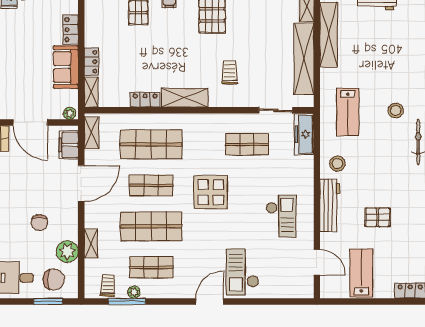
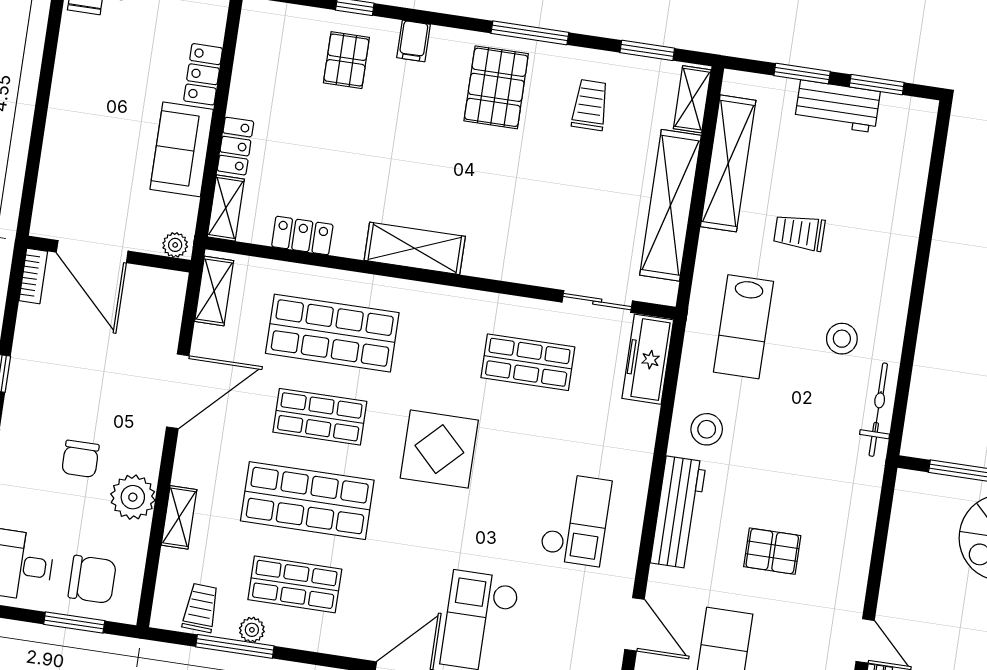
trolley: (368, 63) -> (799, 233), added
trolley: (230, 72) -> (590, 105), moved
locker: (145, 100) -> (302, 235), moved
filing cabinet: (69, 145) -> (164, 309), removed
plant: (67, 252) -> (133, 497), moved

